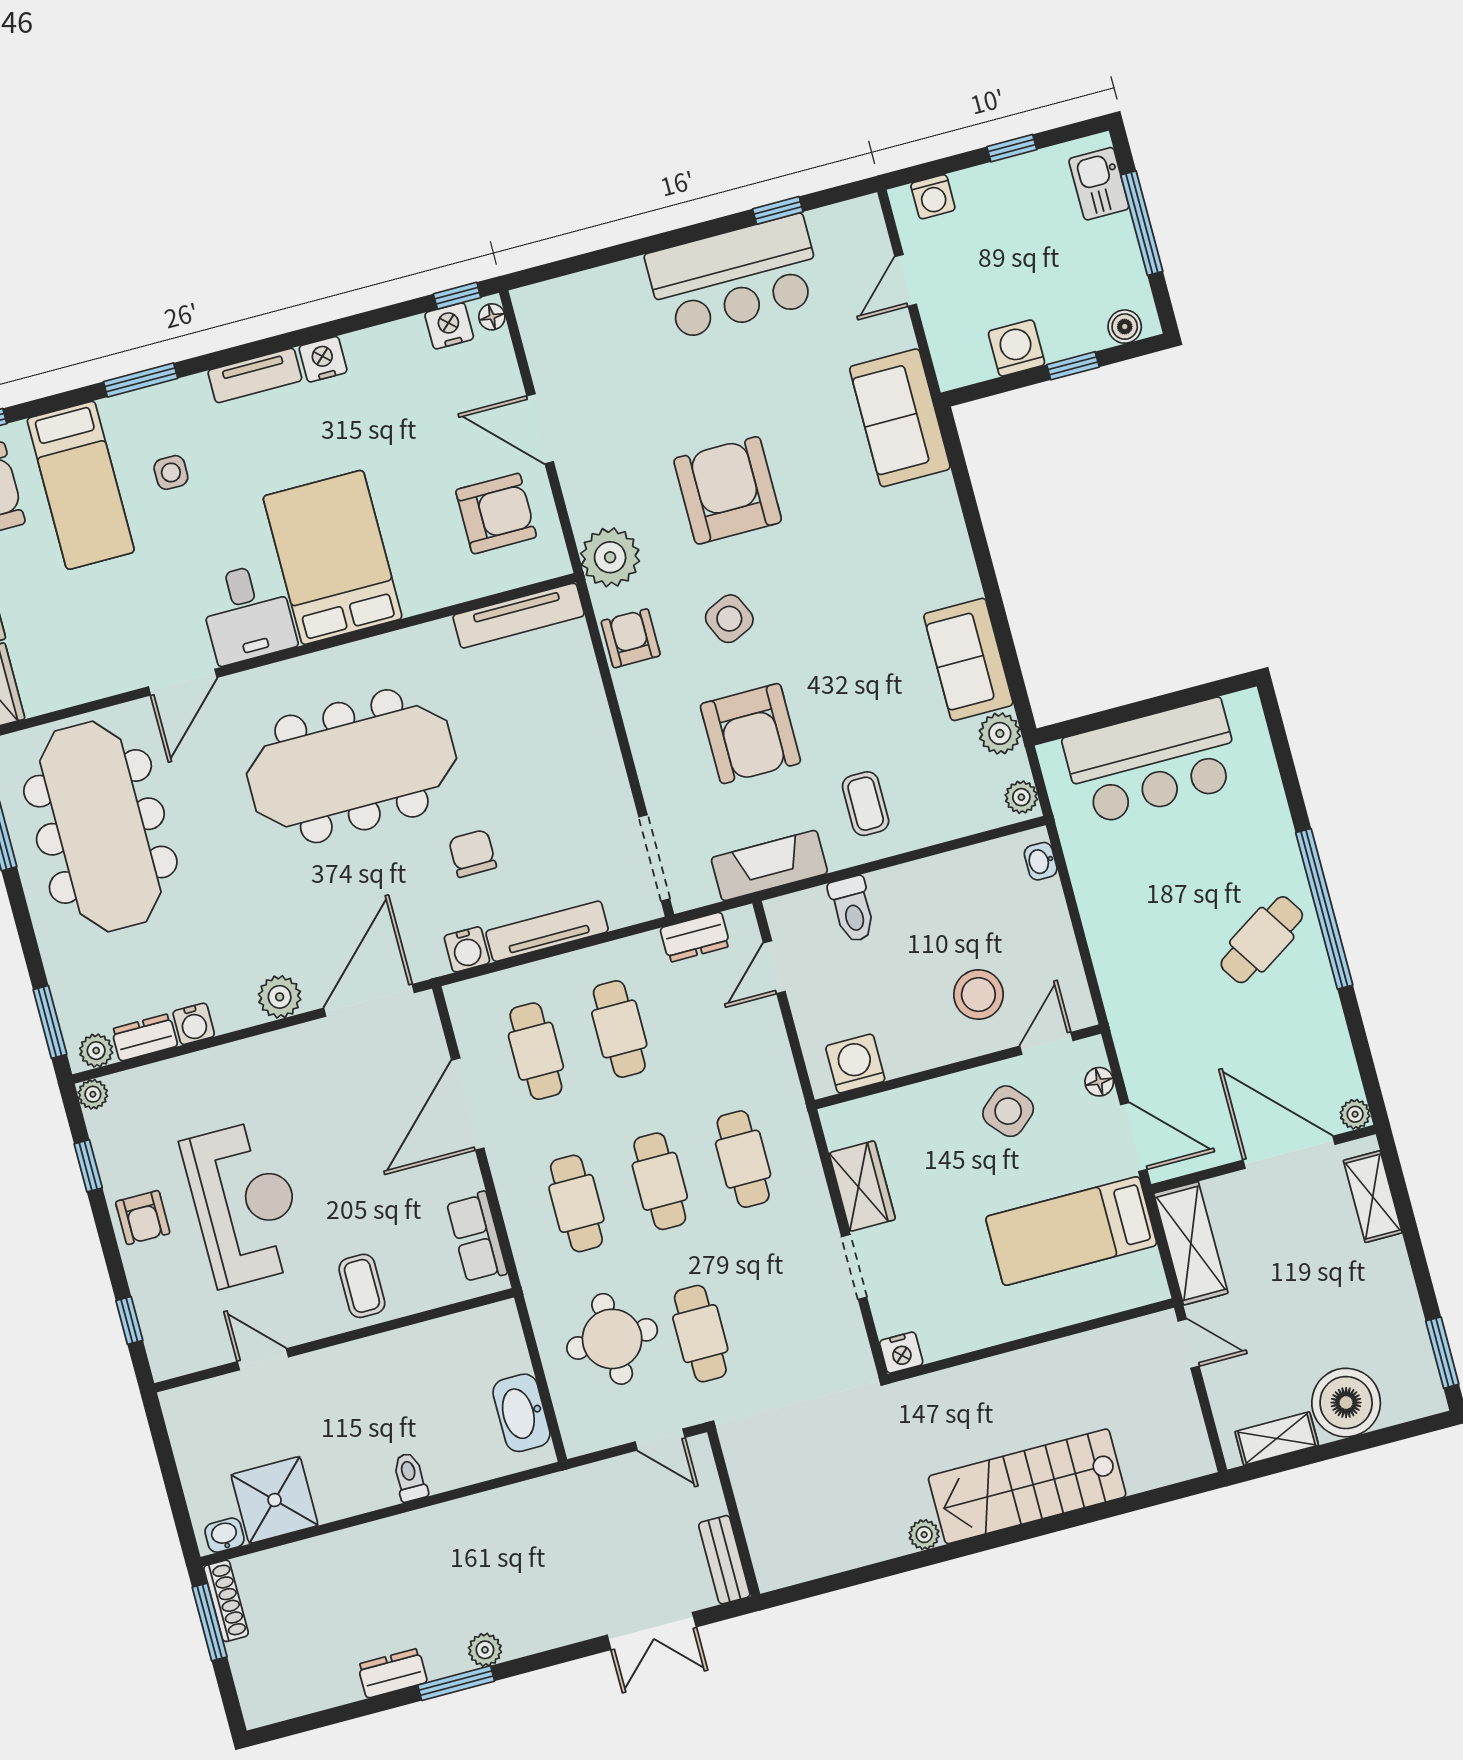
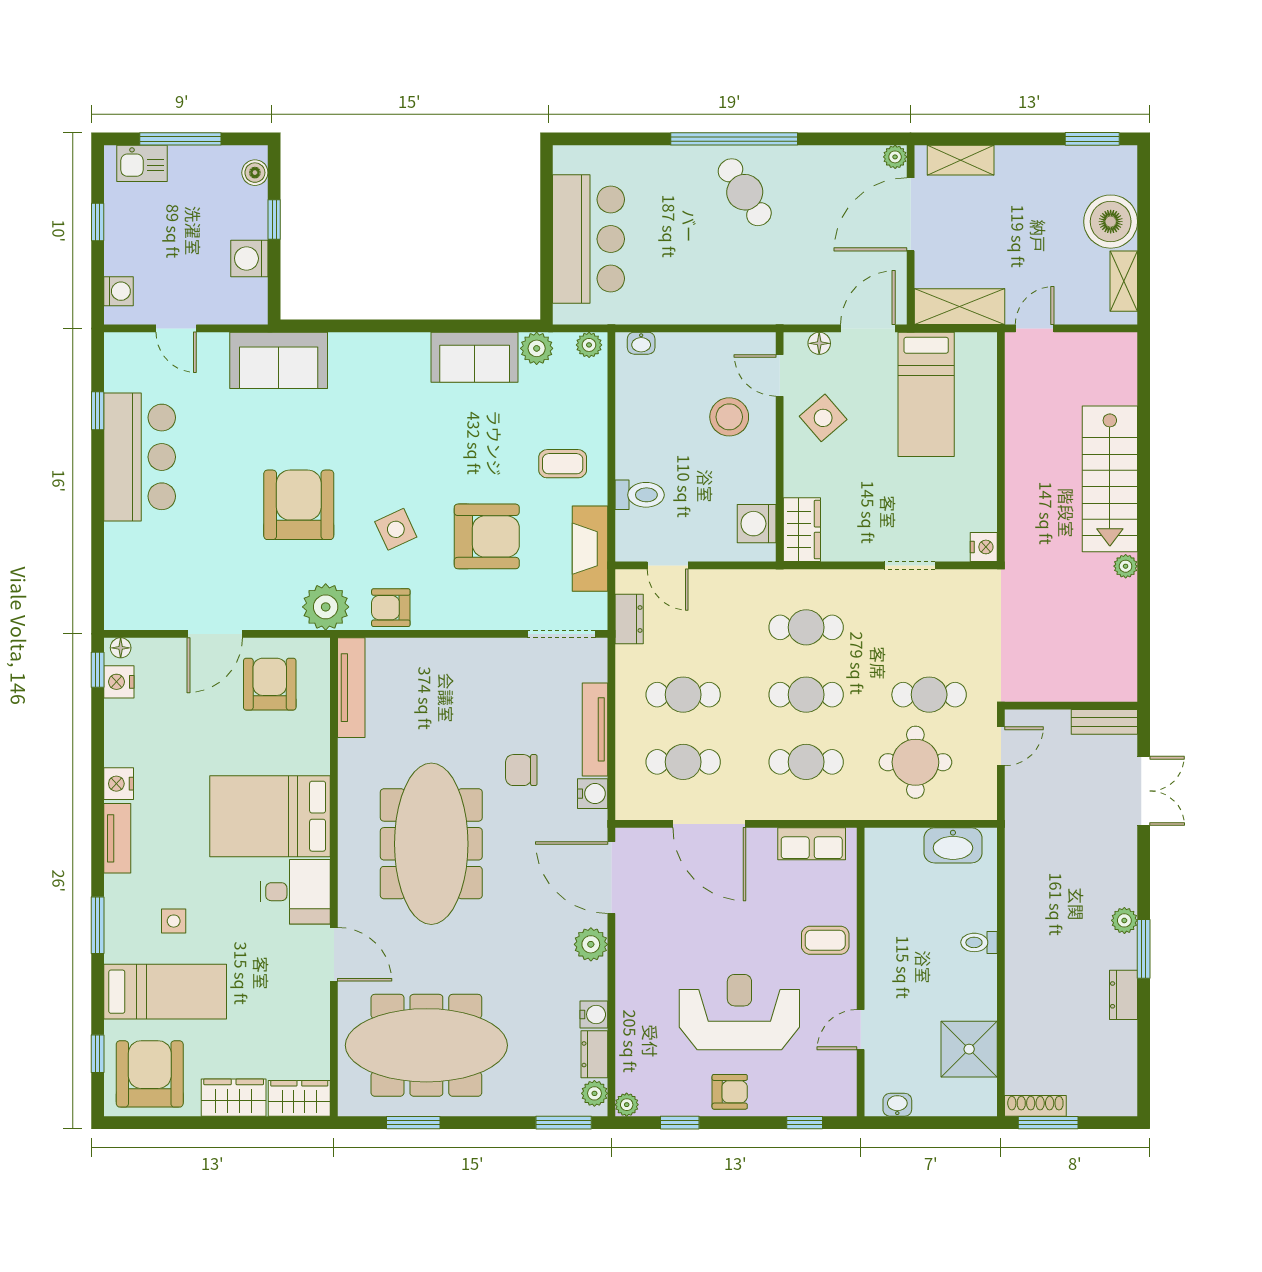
armchair: (728, 490) -> (299, 505), turned 90
wardrobe: (862, 1186) -> (802, 530), moved, turned 90
washbasin: (225, 1535) -> (897, 1105), moved, turned 90

